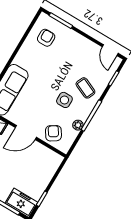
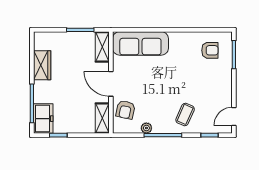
side table: (64, 100) -> (162, 102), removed
armchair: (53, 133) -> (125, 110), turned 135
shelving: (49, 156) -> (102, 118), added

